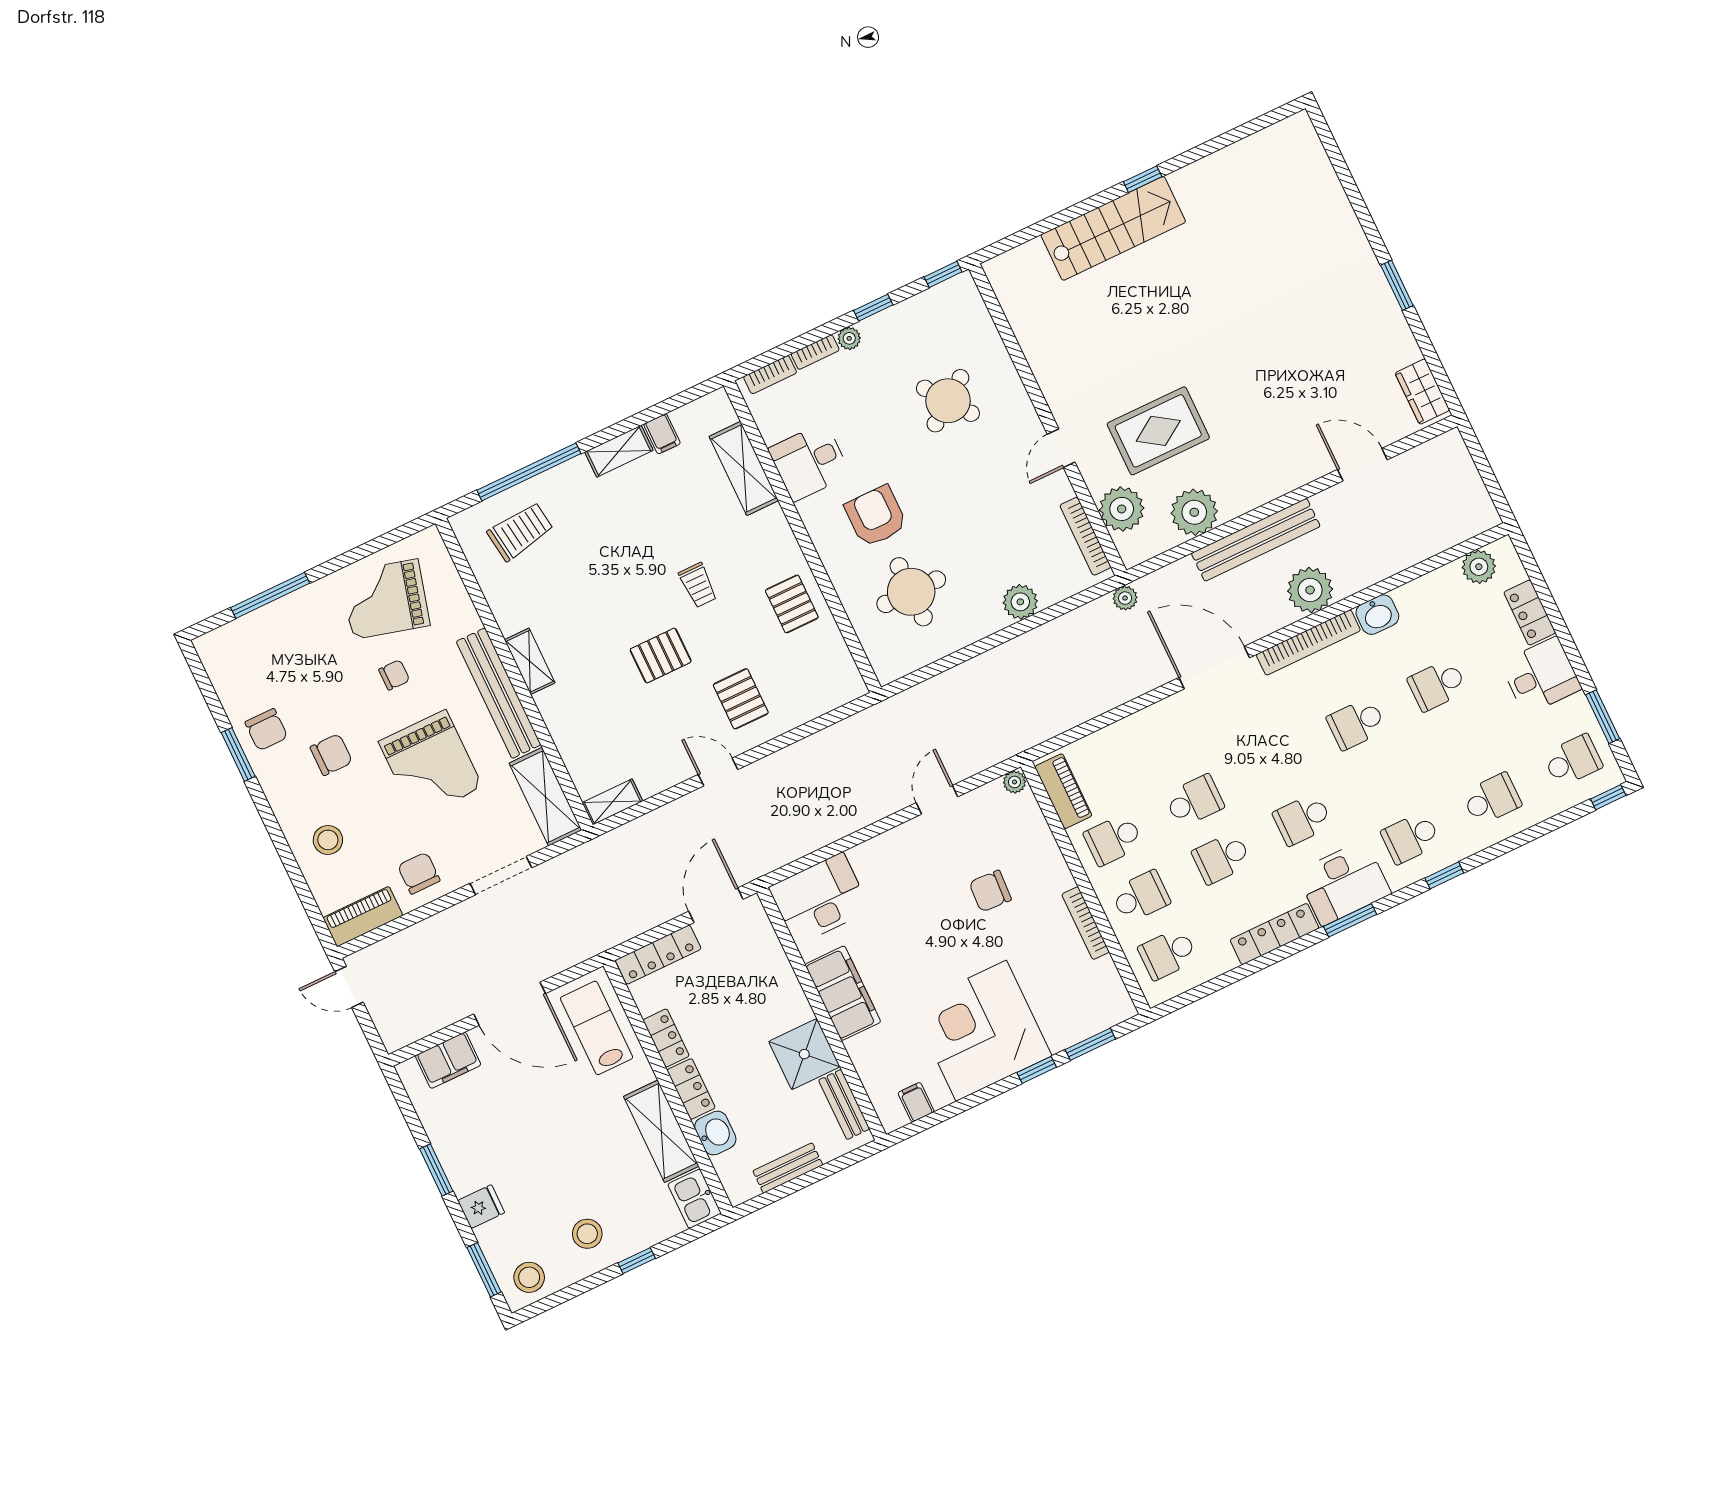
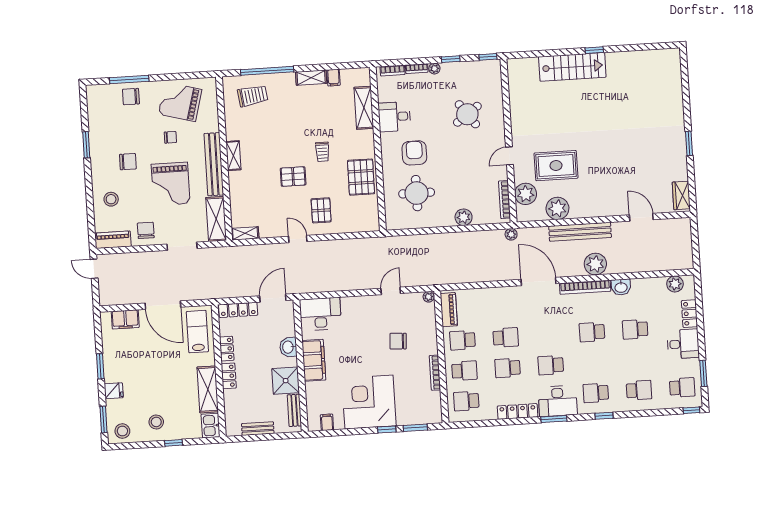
pallet: (792, 604) -> (361, 177), width x1.50, depth x1.42
chair: (266, 730) -> (131, 97), moved, turned 90
washbasin: (715, 1133) -> (288, 347), moved, turned 180

